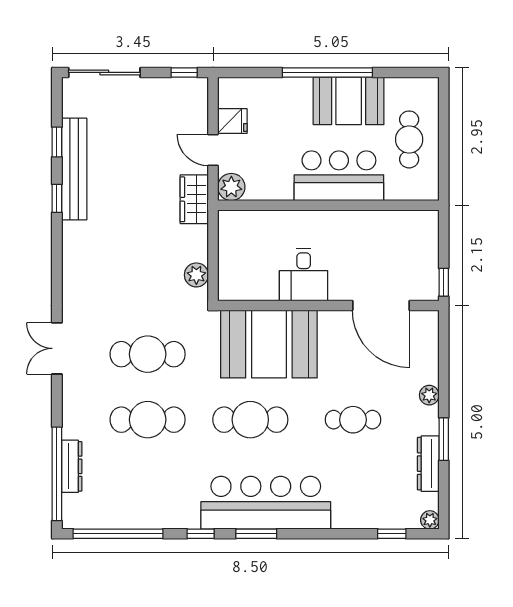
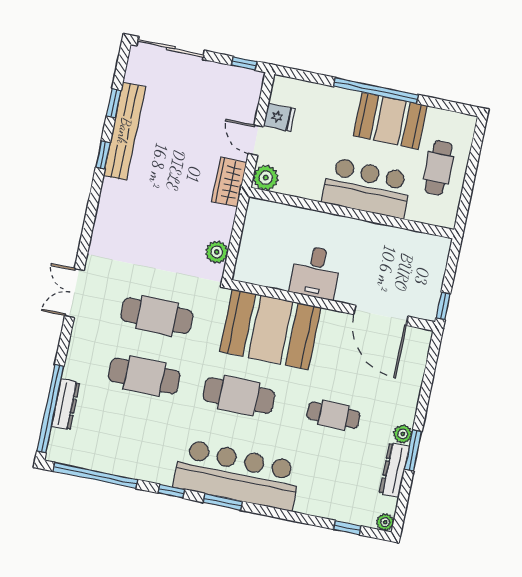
plant: (429, 395) -> (403, 434), moved

